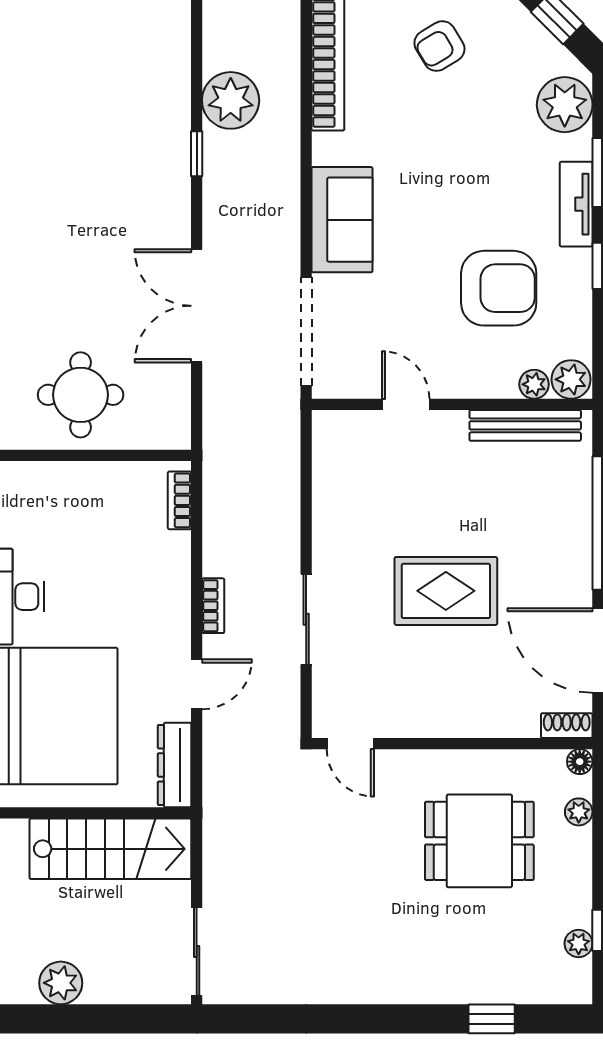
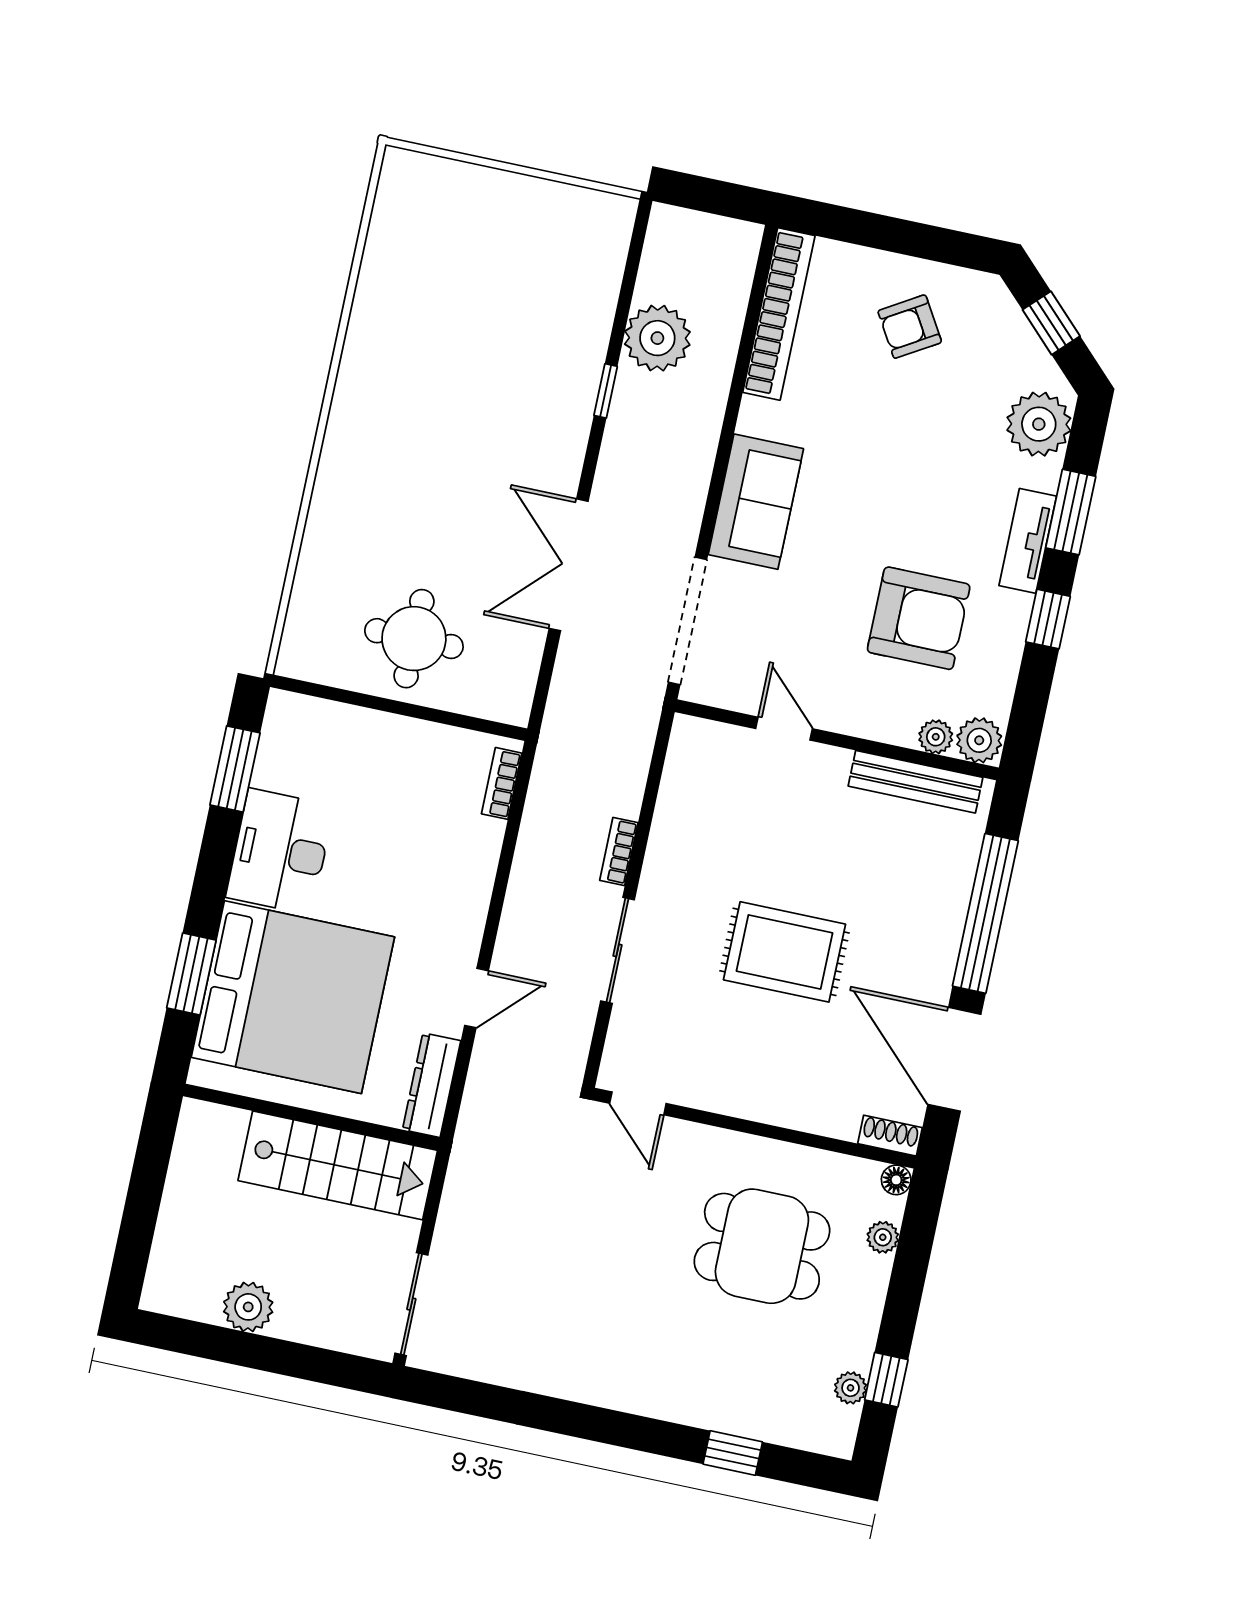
bookcase: (213, 606) -> (619, 851), moved, turned 180

